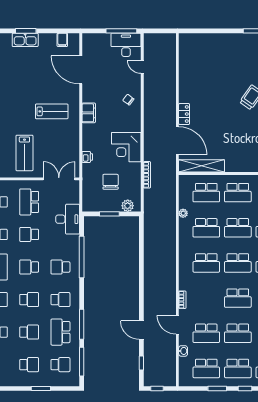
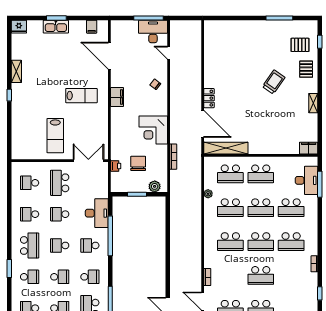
printer: (87, 157) -> (116, 166), moved
desk: (68, 219) -> (97, 213), moved

